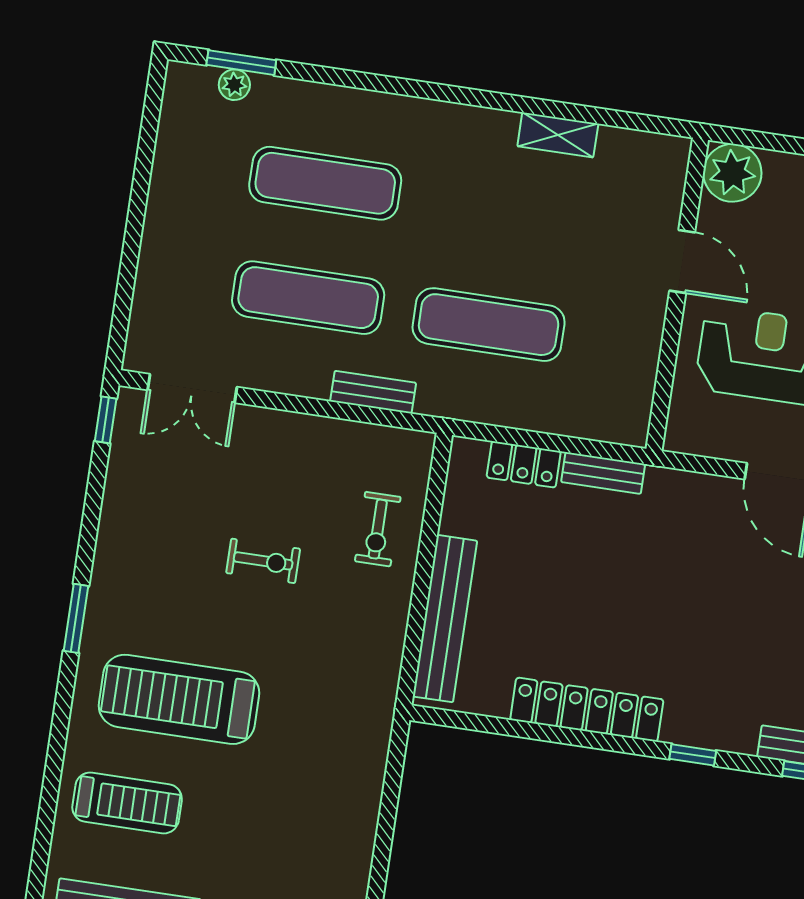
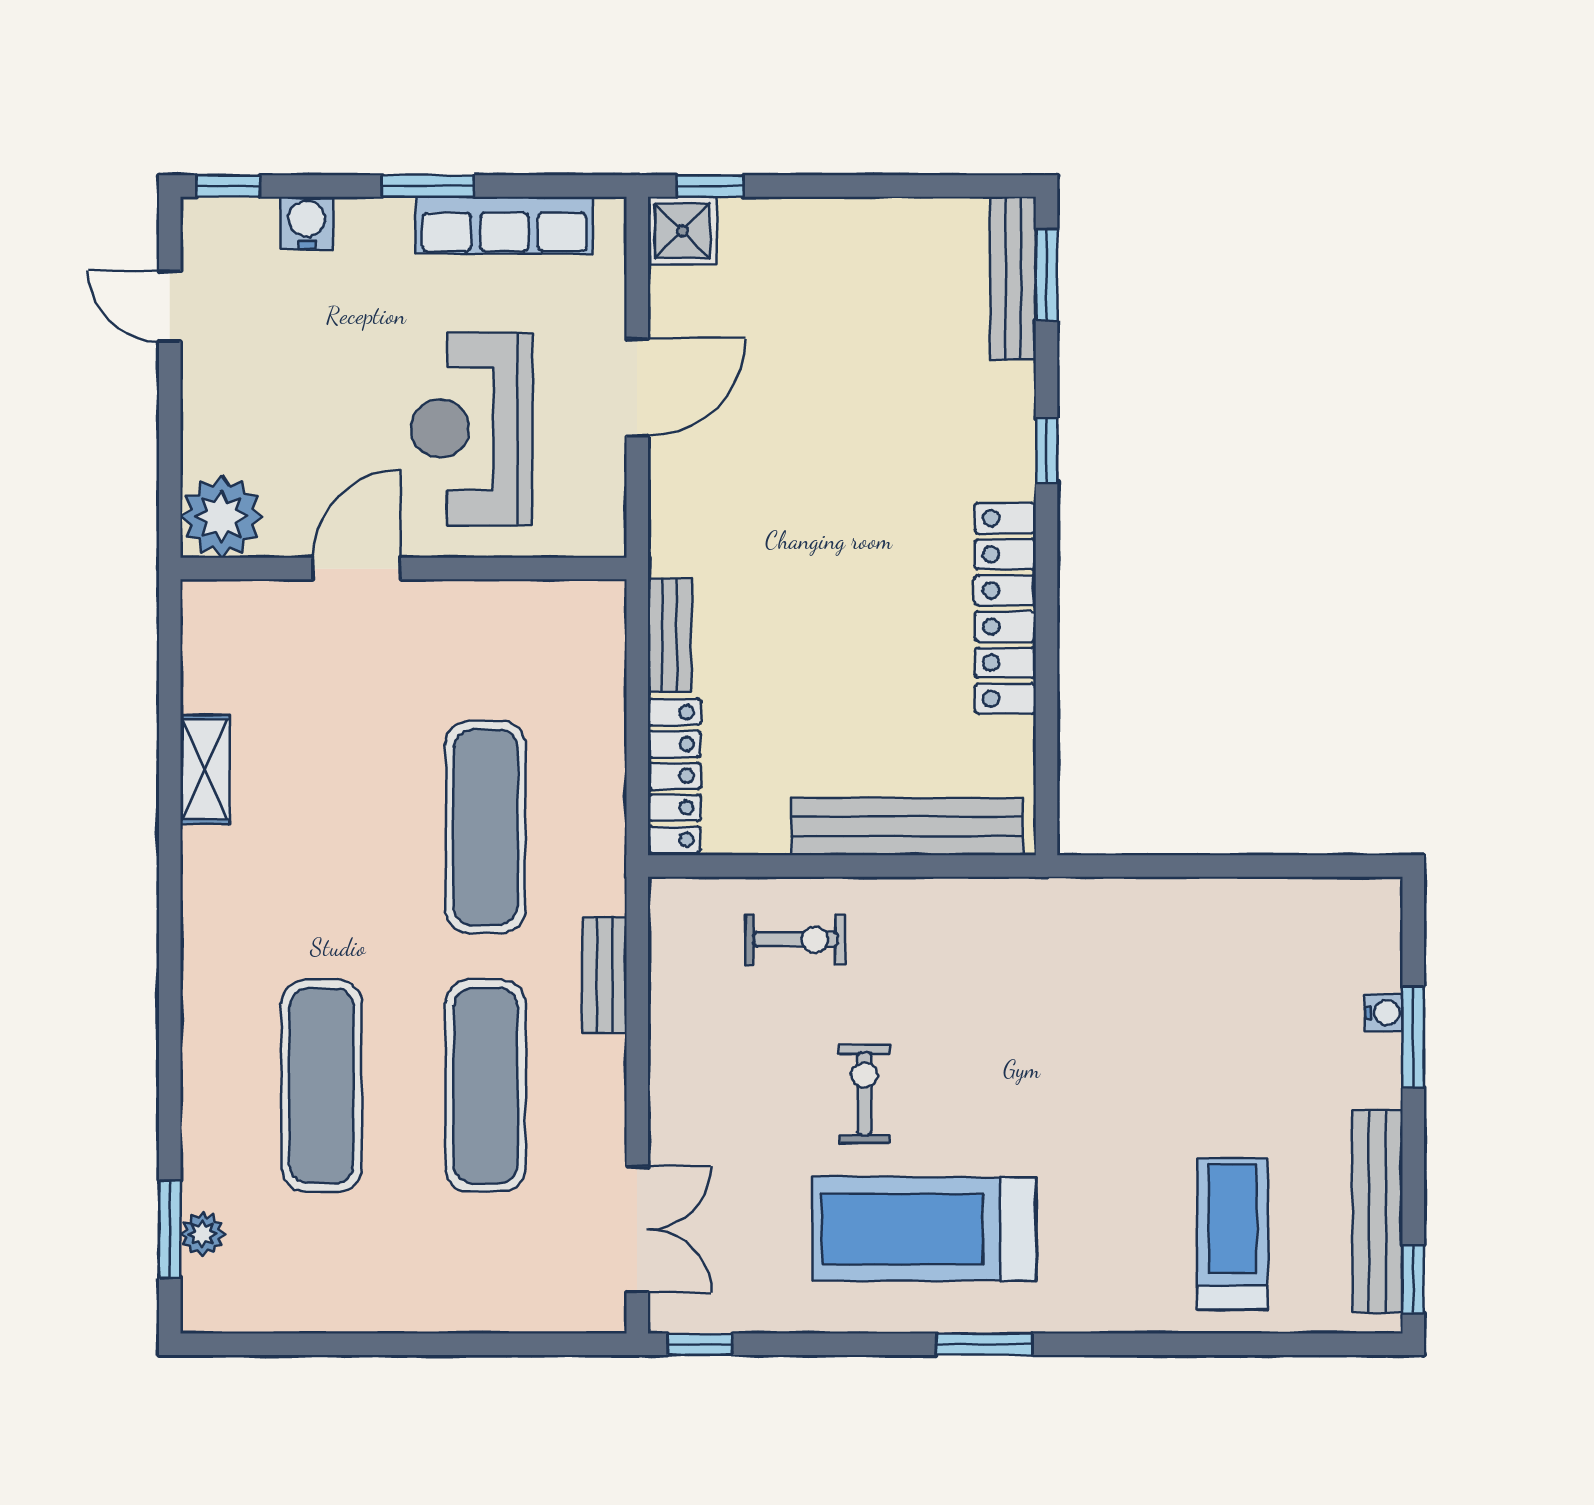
locker: (524, 464) -> (674, 776), width x1.53
treadmill: (179, 699) -> (924, 1229), moved, turned 90

